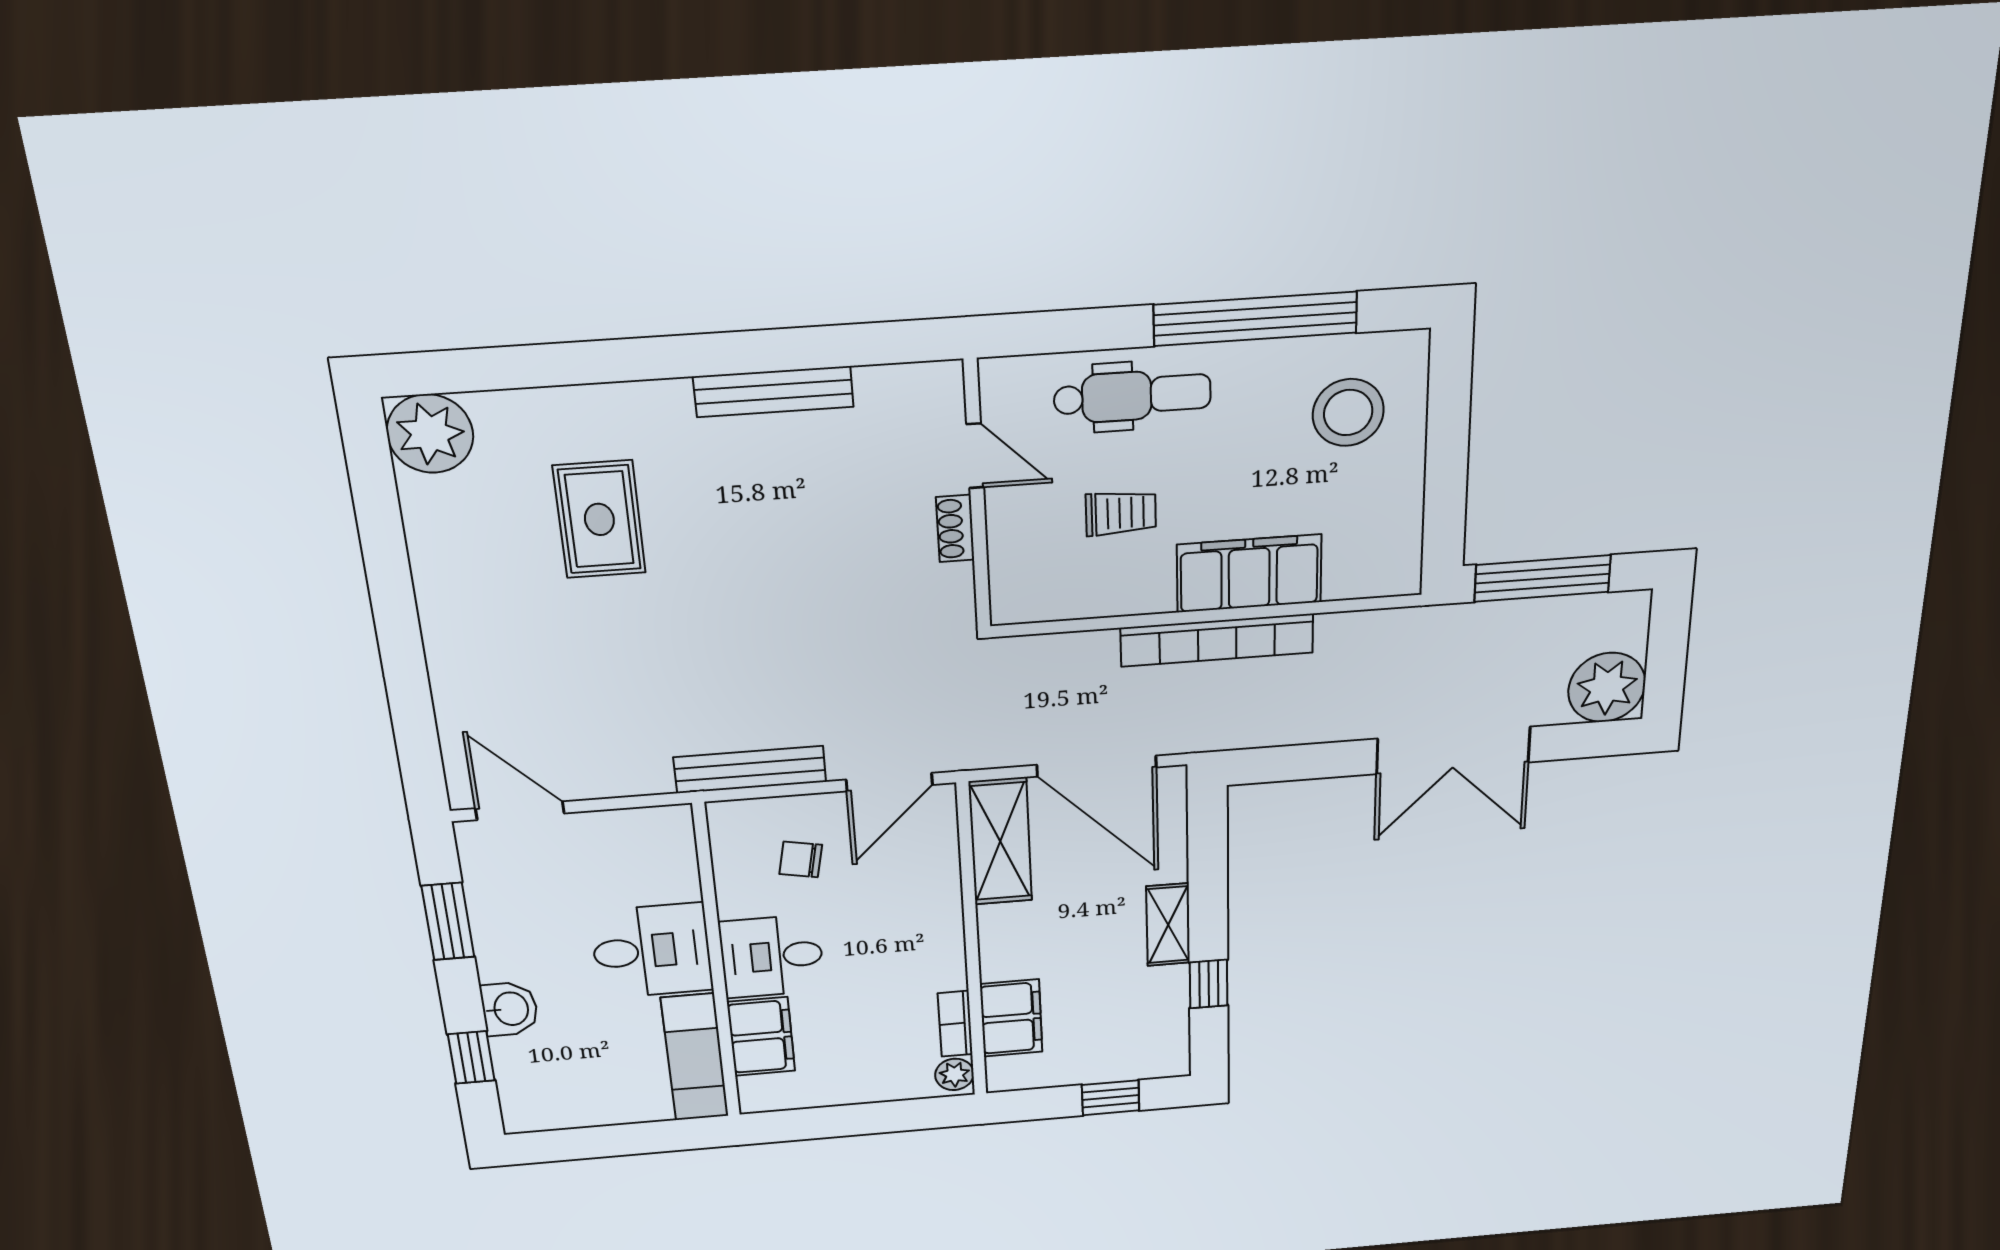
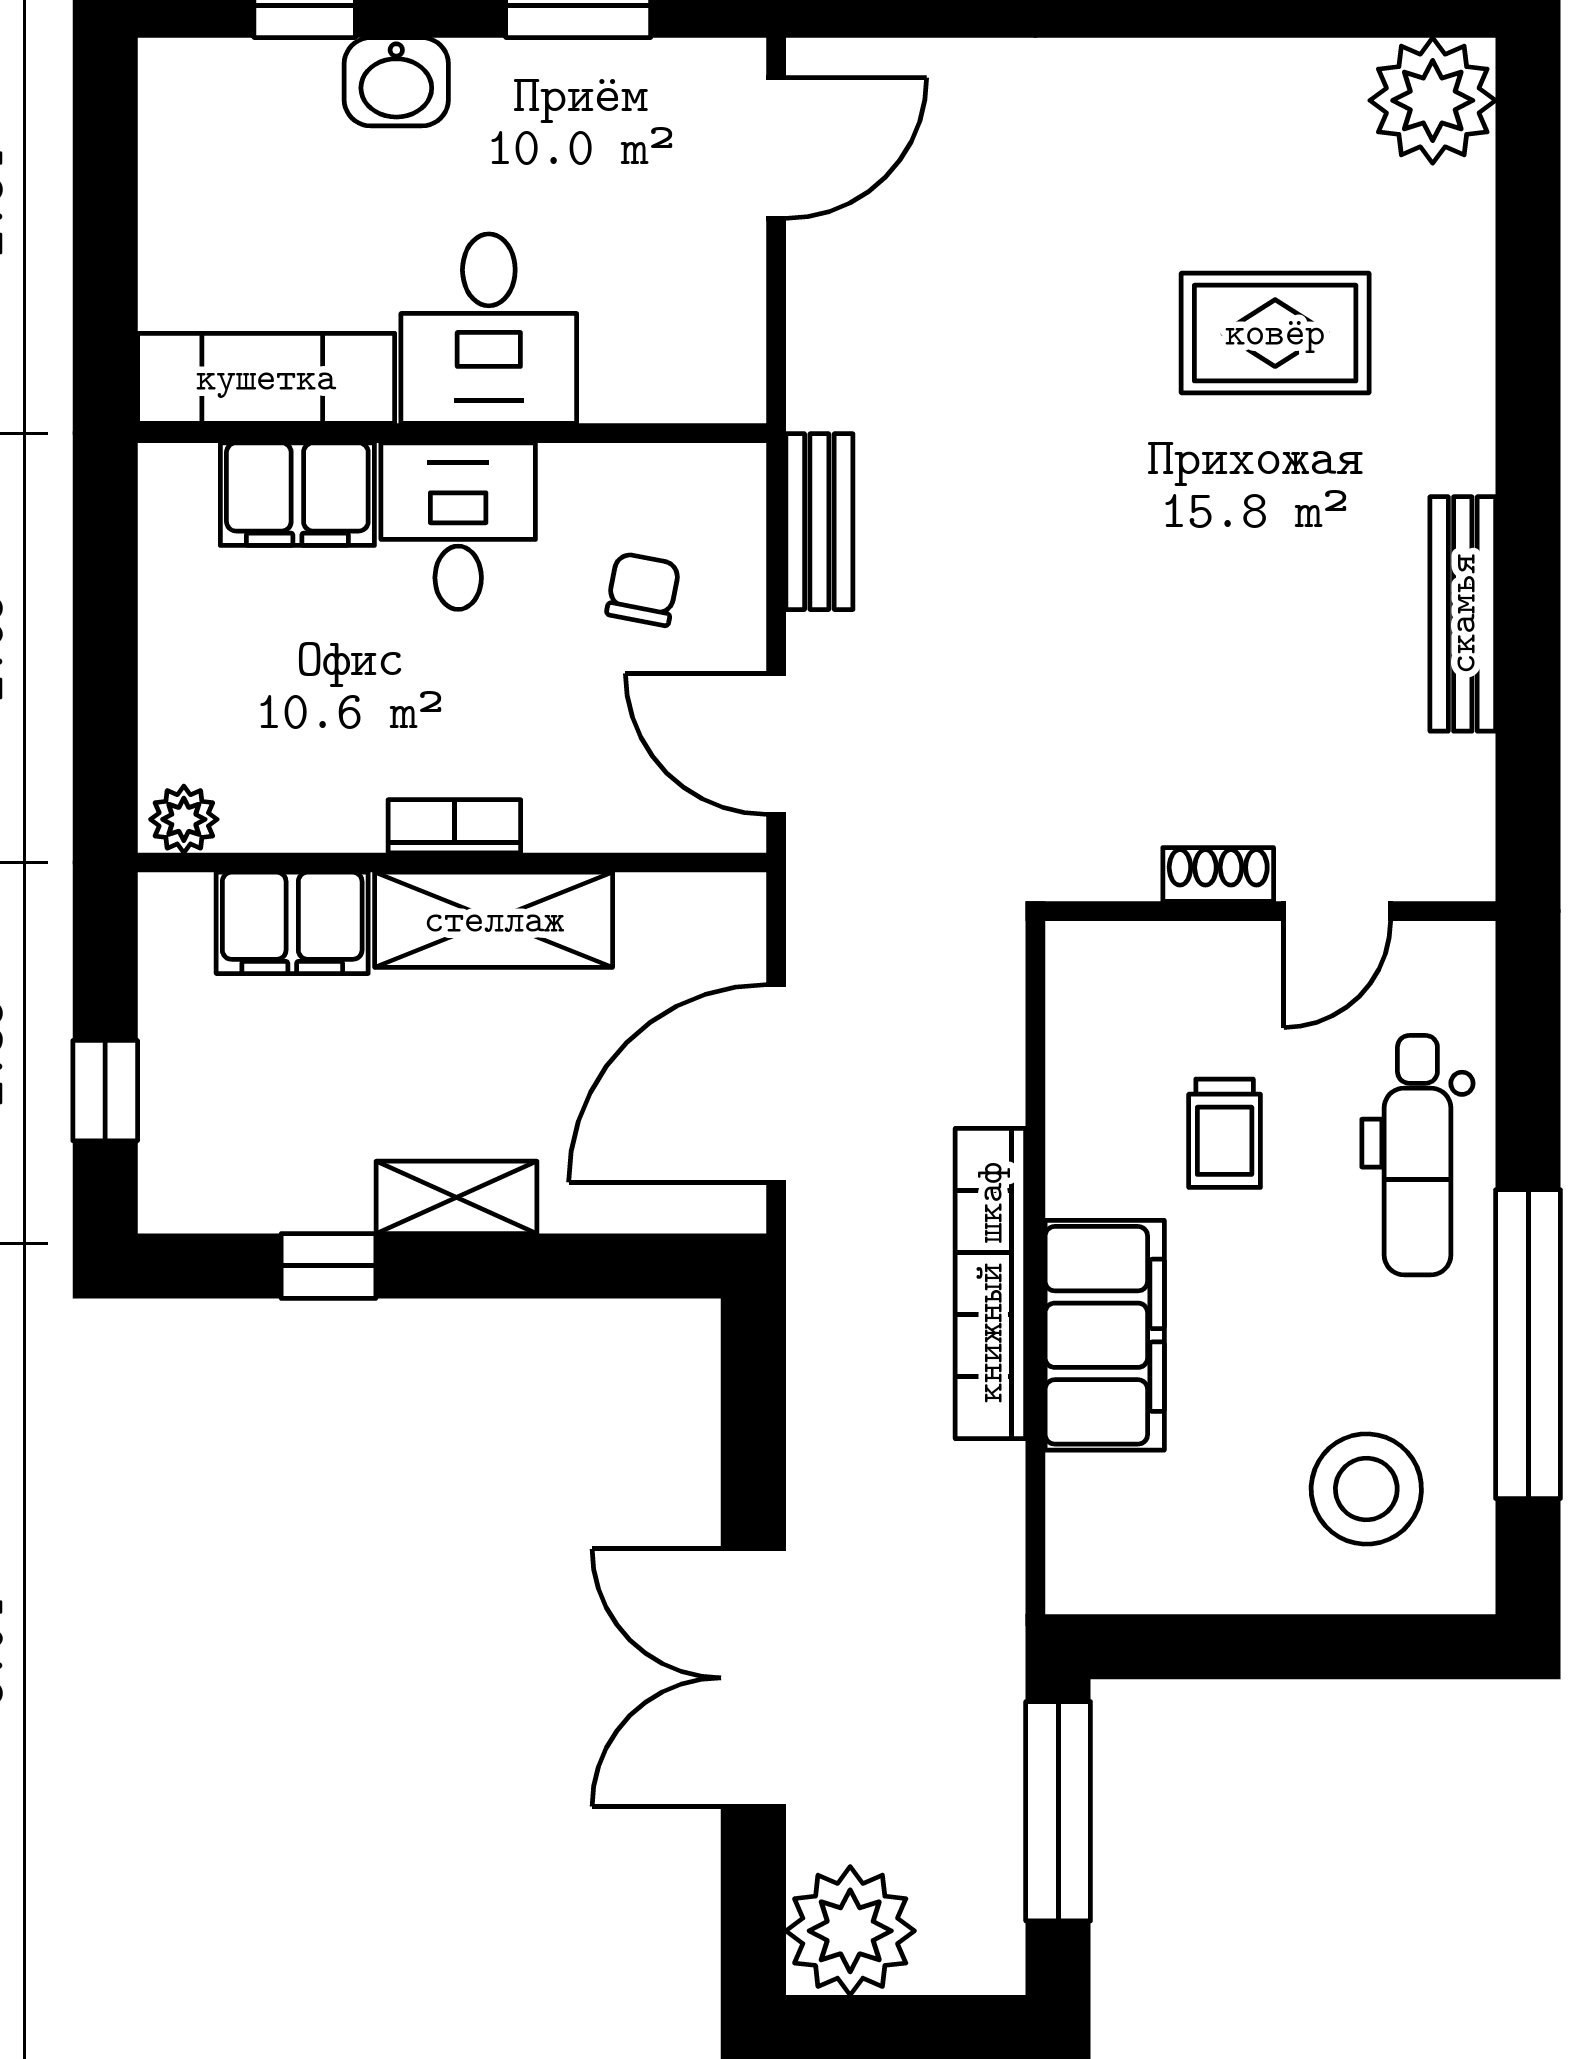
bench: (750, 770) -> (819, 522), width x0.73
shelving: (1000, 841) -> (494, 920), moved
bookcase: (955, 1024) -> (454, 826), moved

